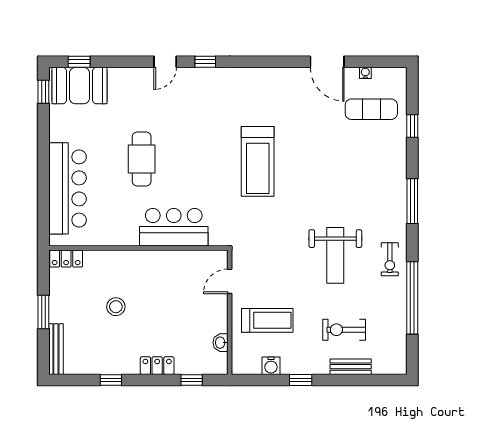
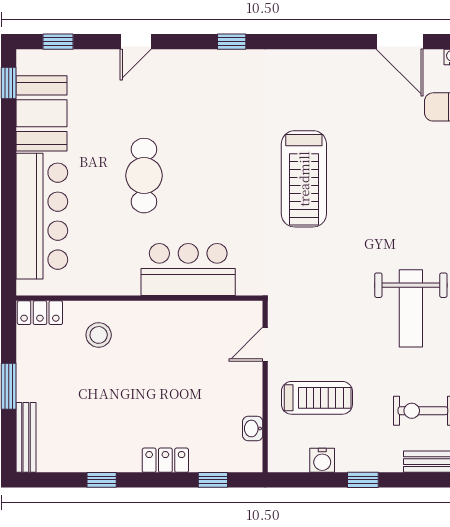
door: (165, 62) -> (136, 42), moved
booth: (80, 86) -> (42, 113), moved, turned 90
stool: (116, 307) -> (99, 335), moved

